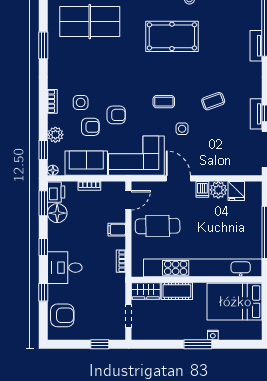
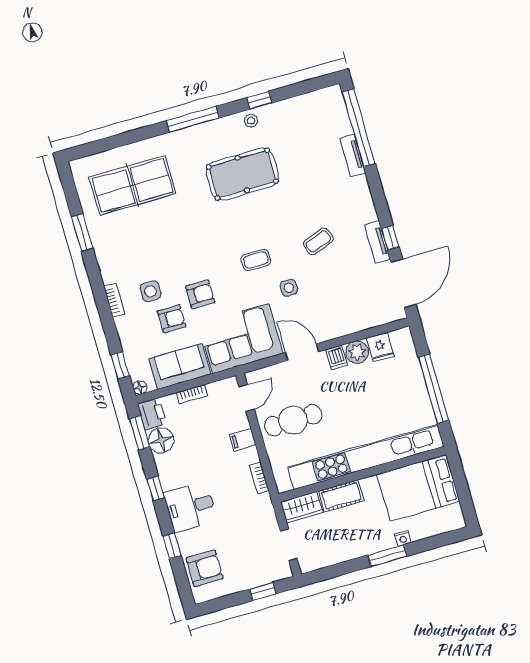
plant: (55, 135) -> (130, 341), removed

